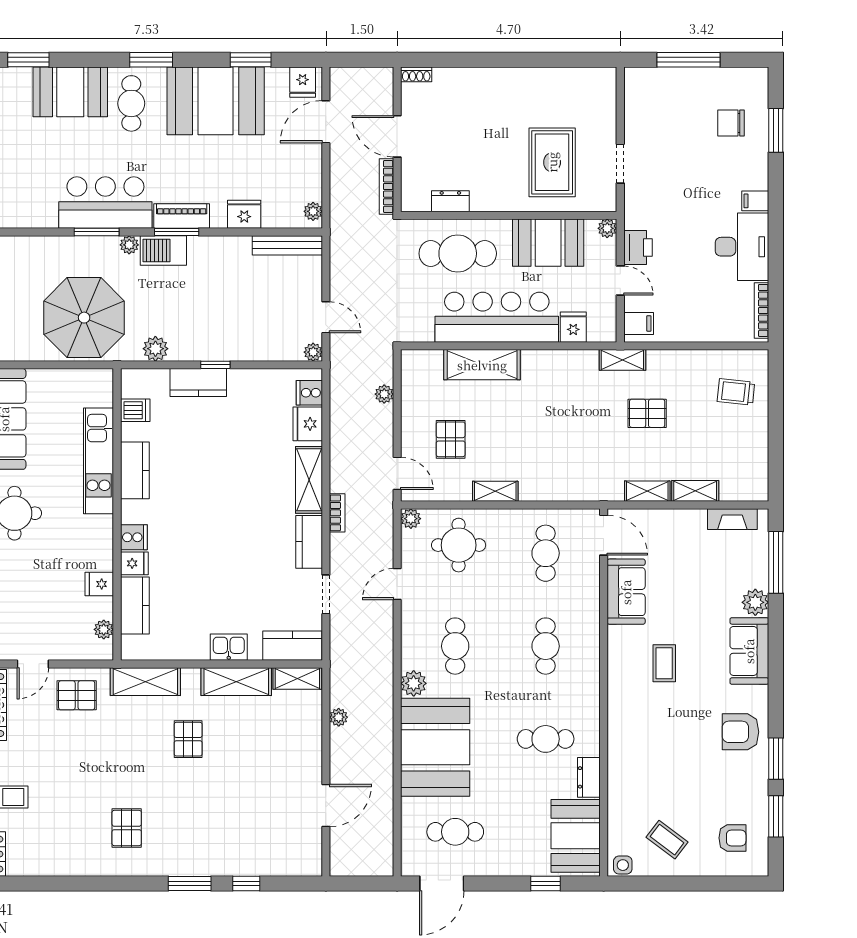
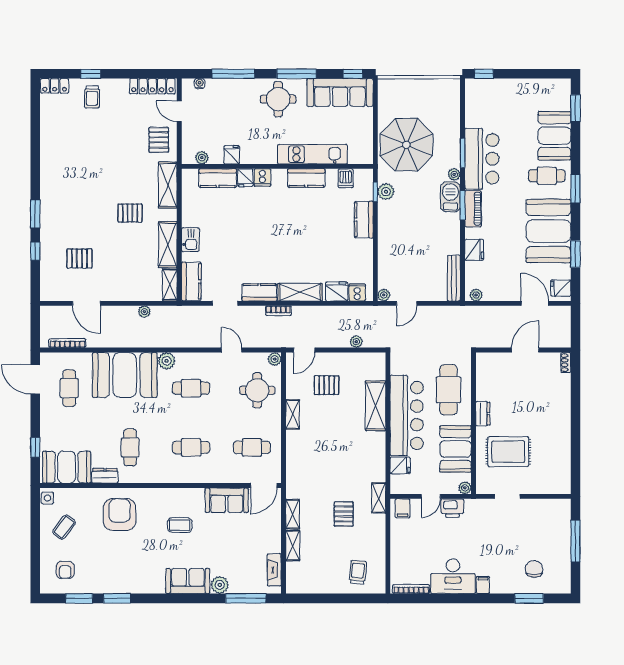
bookcase: (386, 187) -> (67, 343), moved
dresser: (450, 201) -> (483, 414), moved
window: (215, 365) -> (375, 192), moved
armchair: (740, 732) -> (120, 515), moved, width x1.36, depth x1.36
pallet: (127, 828) -> (79, 258), moved

